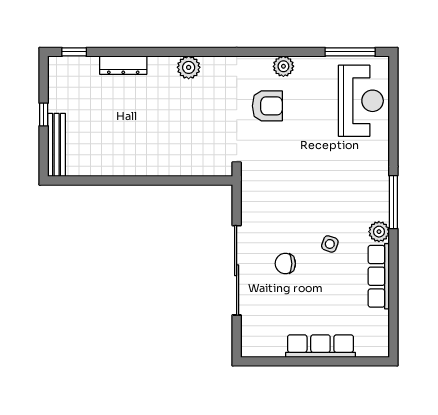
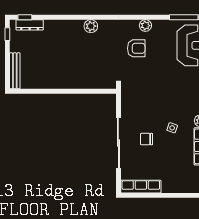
dresser: (123, 65) -> (30, 25), moved
window: (44, 114) -> (7, 34), moved
row of seats: (320, 346) -> (141, 187), moved

